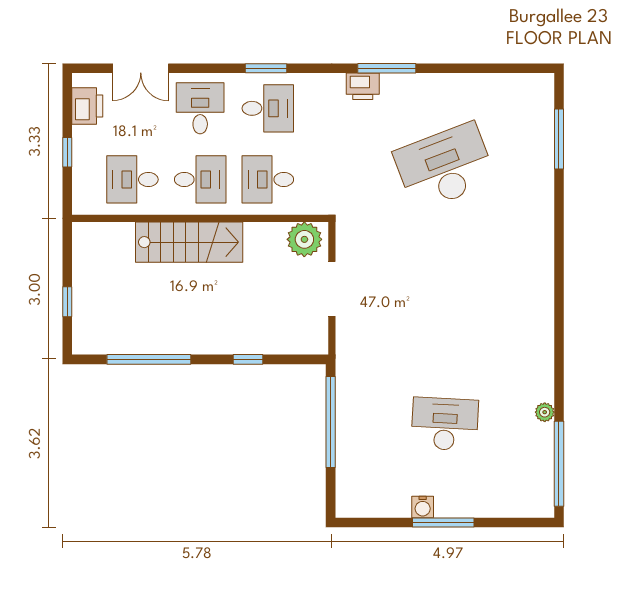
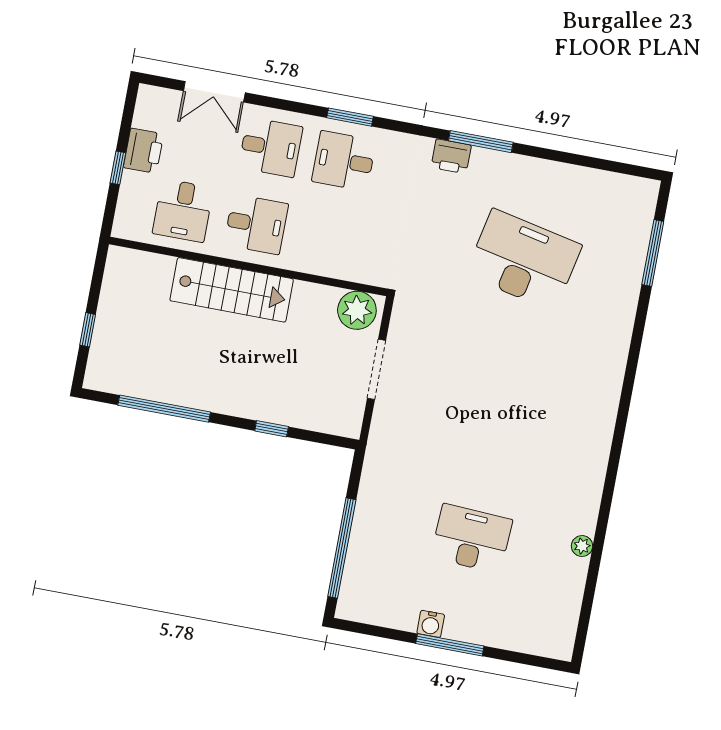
printer: (87, 106) -> (143, 151), moved
desk: (200, 108) -> (271, 147), turned 90
desk: (268, 108) -> (344, 161), turned 180
desk: (445, 167) -> (524, 260), turned 33
desk: (132, 179) -> (183, 211), turned -90
desk: (268, 179) -> (329, 238), removed
window: (331, 422) -> (342, 548), moved
window: (559, 464) -> (587, 605), removed

